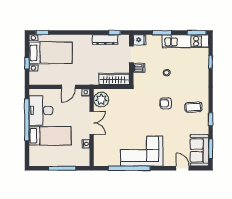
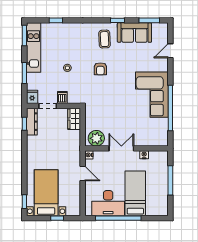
dresser: (105, 40) -> (32, 122), moved
wardrobe: (114, 79) -> (74, 119), width x0.67
sofa: (199, 150) -> (134, 33), moved

